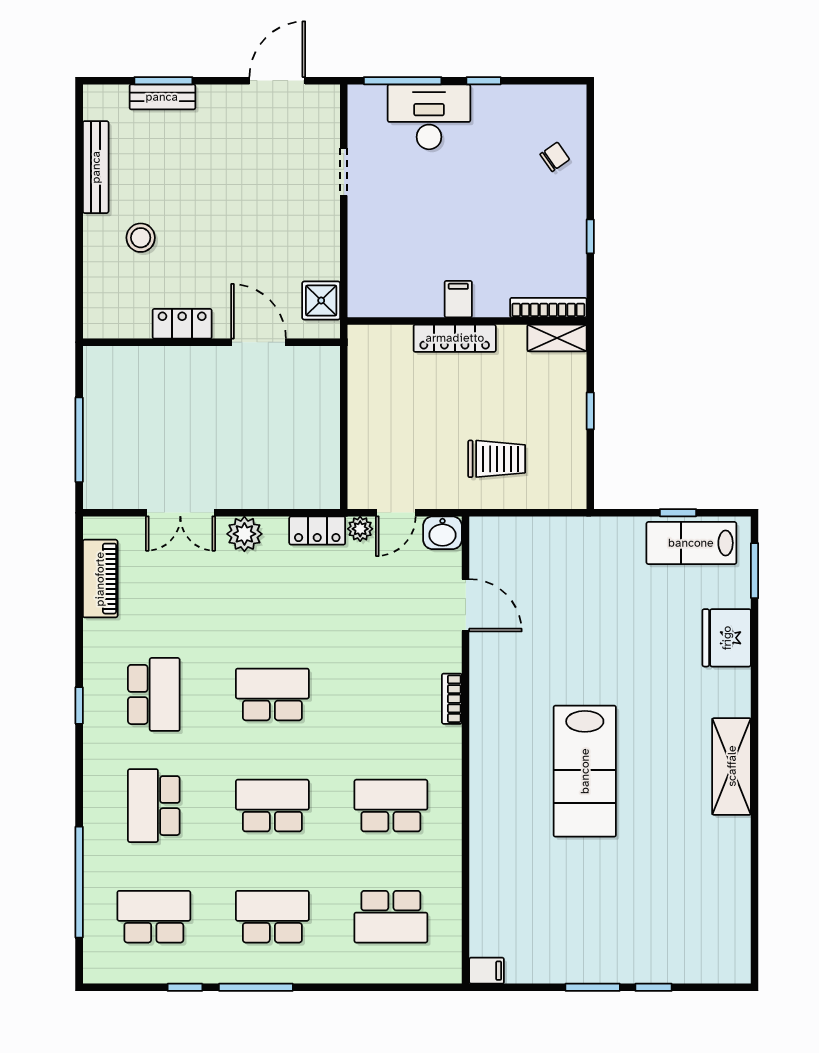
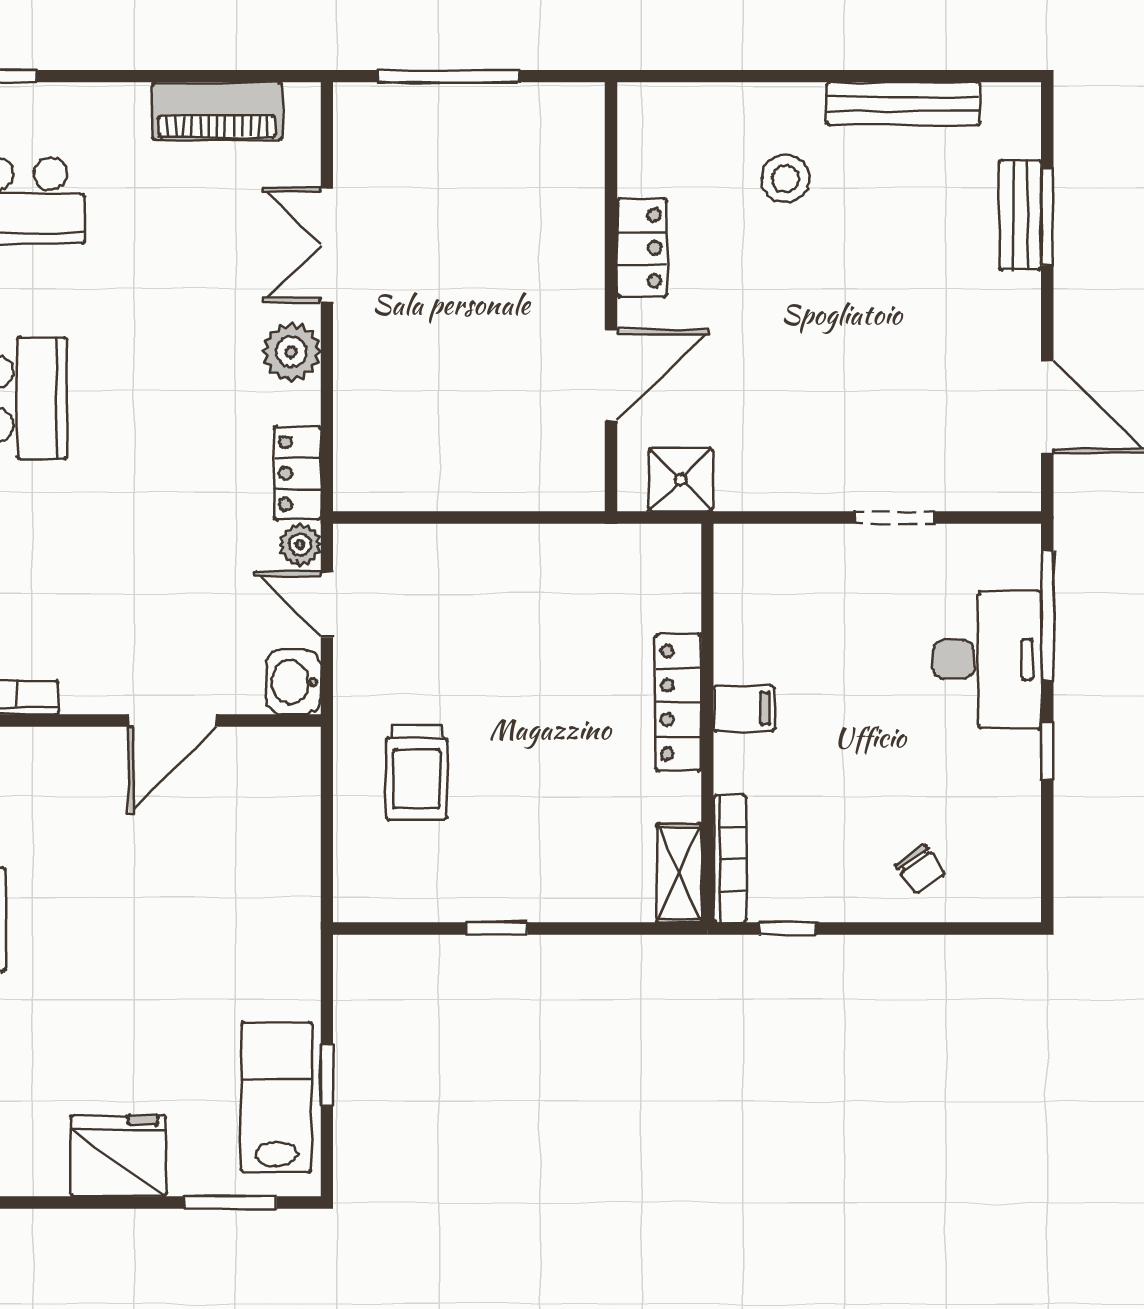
filing cabinet: (458, 299) -> (744, 708), moved
bookcase: (548, 308) -> (730, 859), moved
wall: (467, 321) -> (707, 723), moved
locker: (455, 338) -> (679, 702), moved
shelving: (557, 338) -> (679, 873), moved

